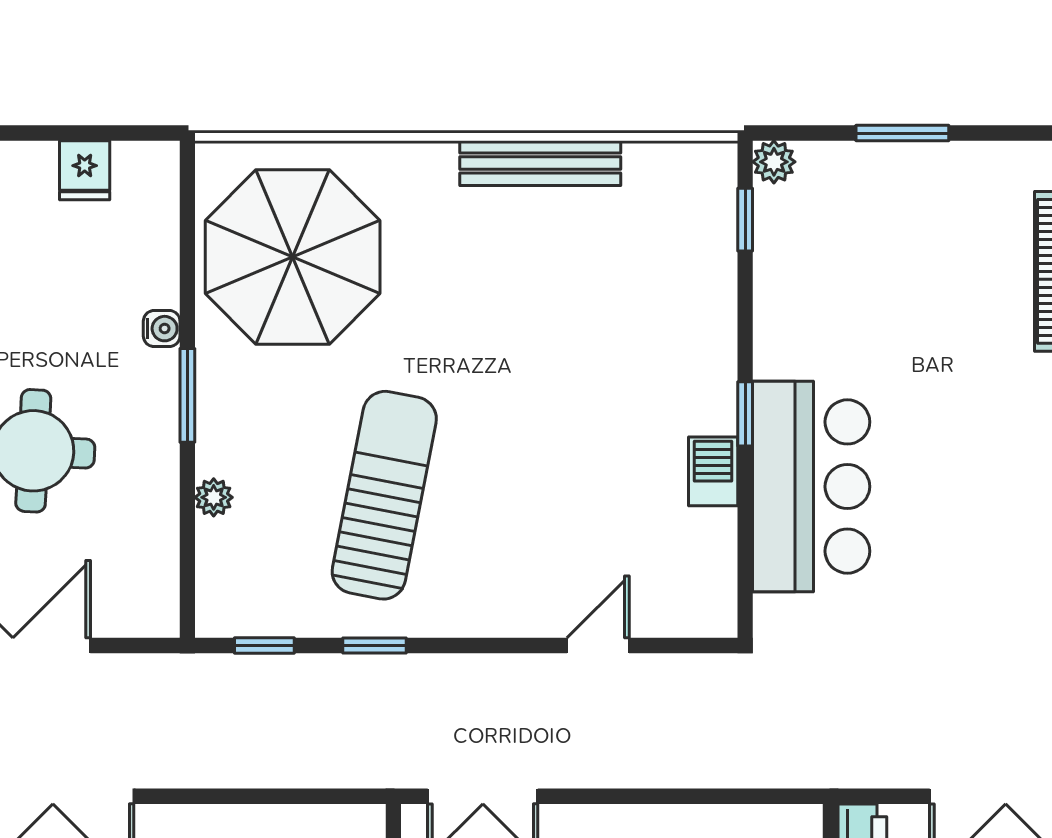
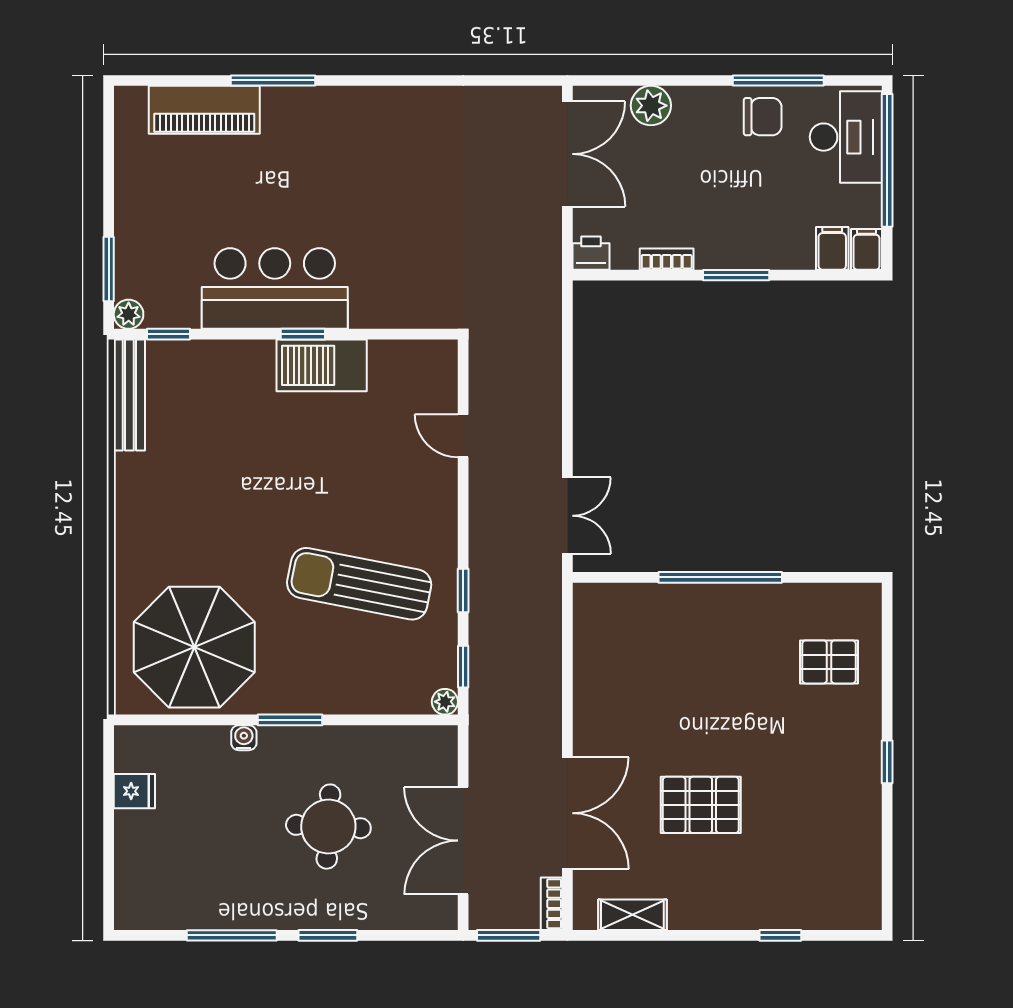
window: (902, 133) -> (109, 269), moved
bench: (540, 163) -> (129, 395), moved
barbecue: (713, 471) -> (322, 365), width x1.88, depth x1.53
bar counter: (811, 487) -> (275, 289), moved
plant: (214, 497) -> (445, 702), moved

